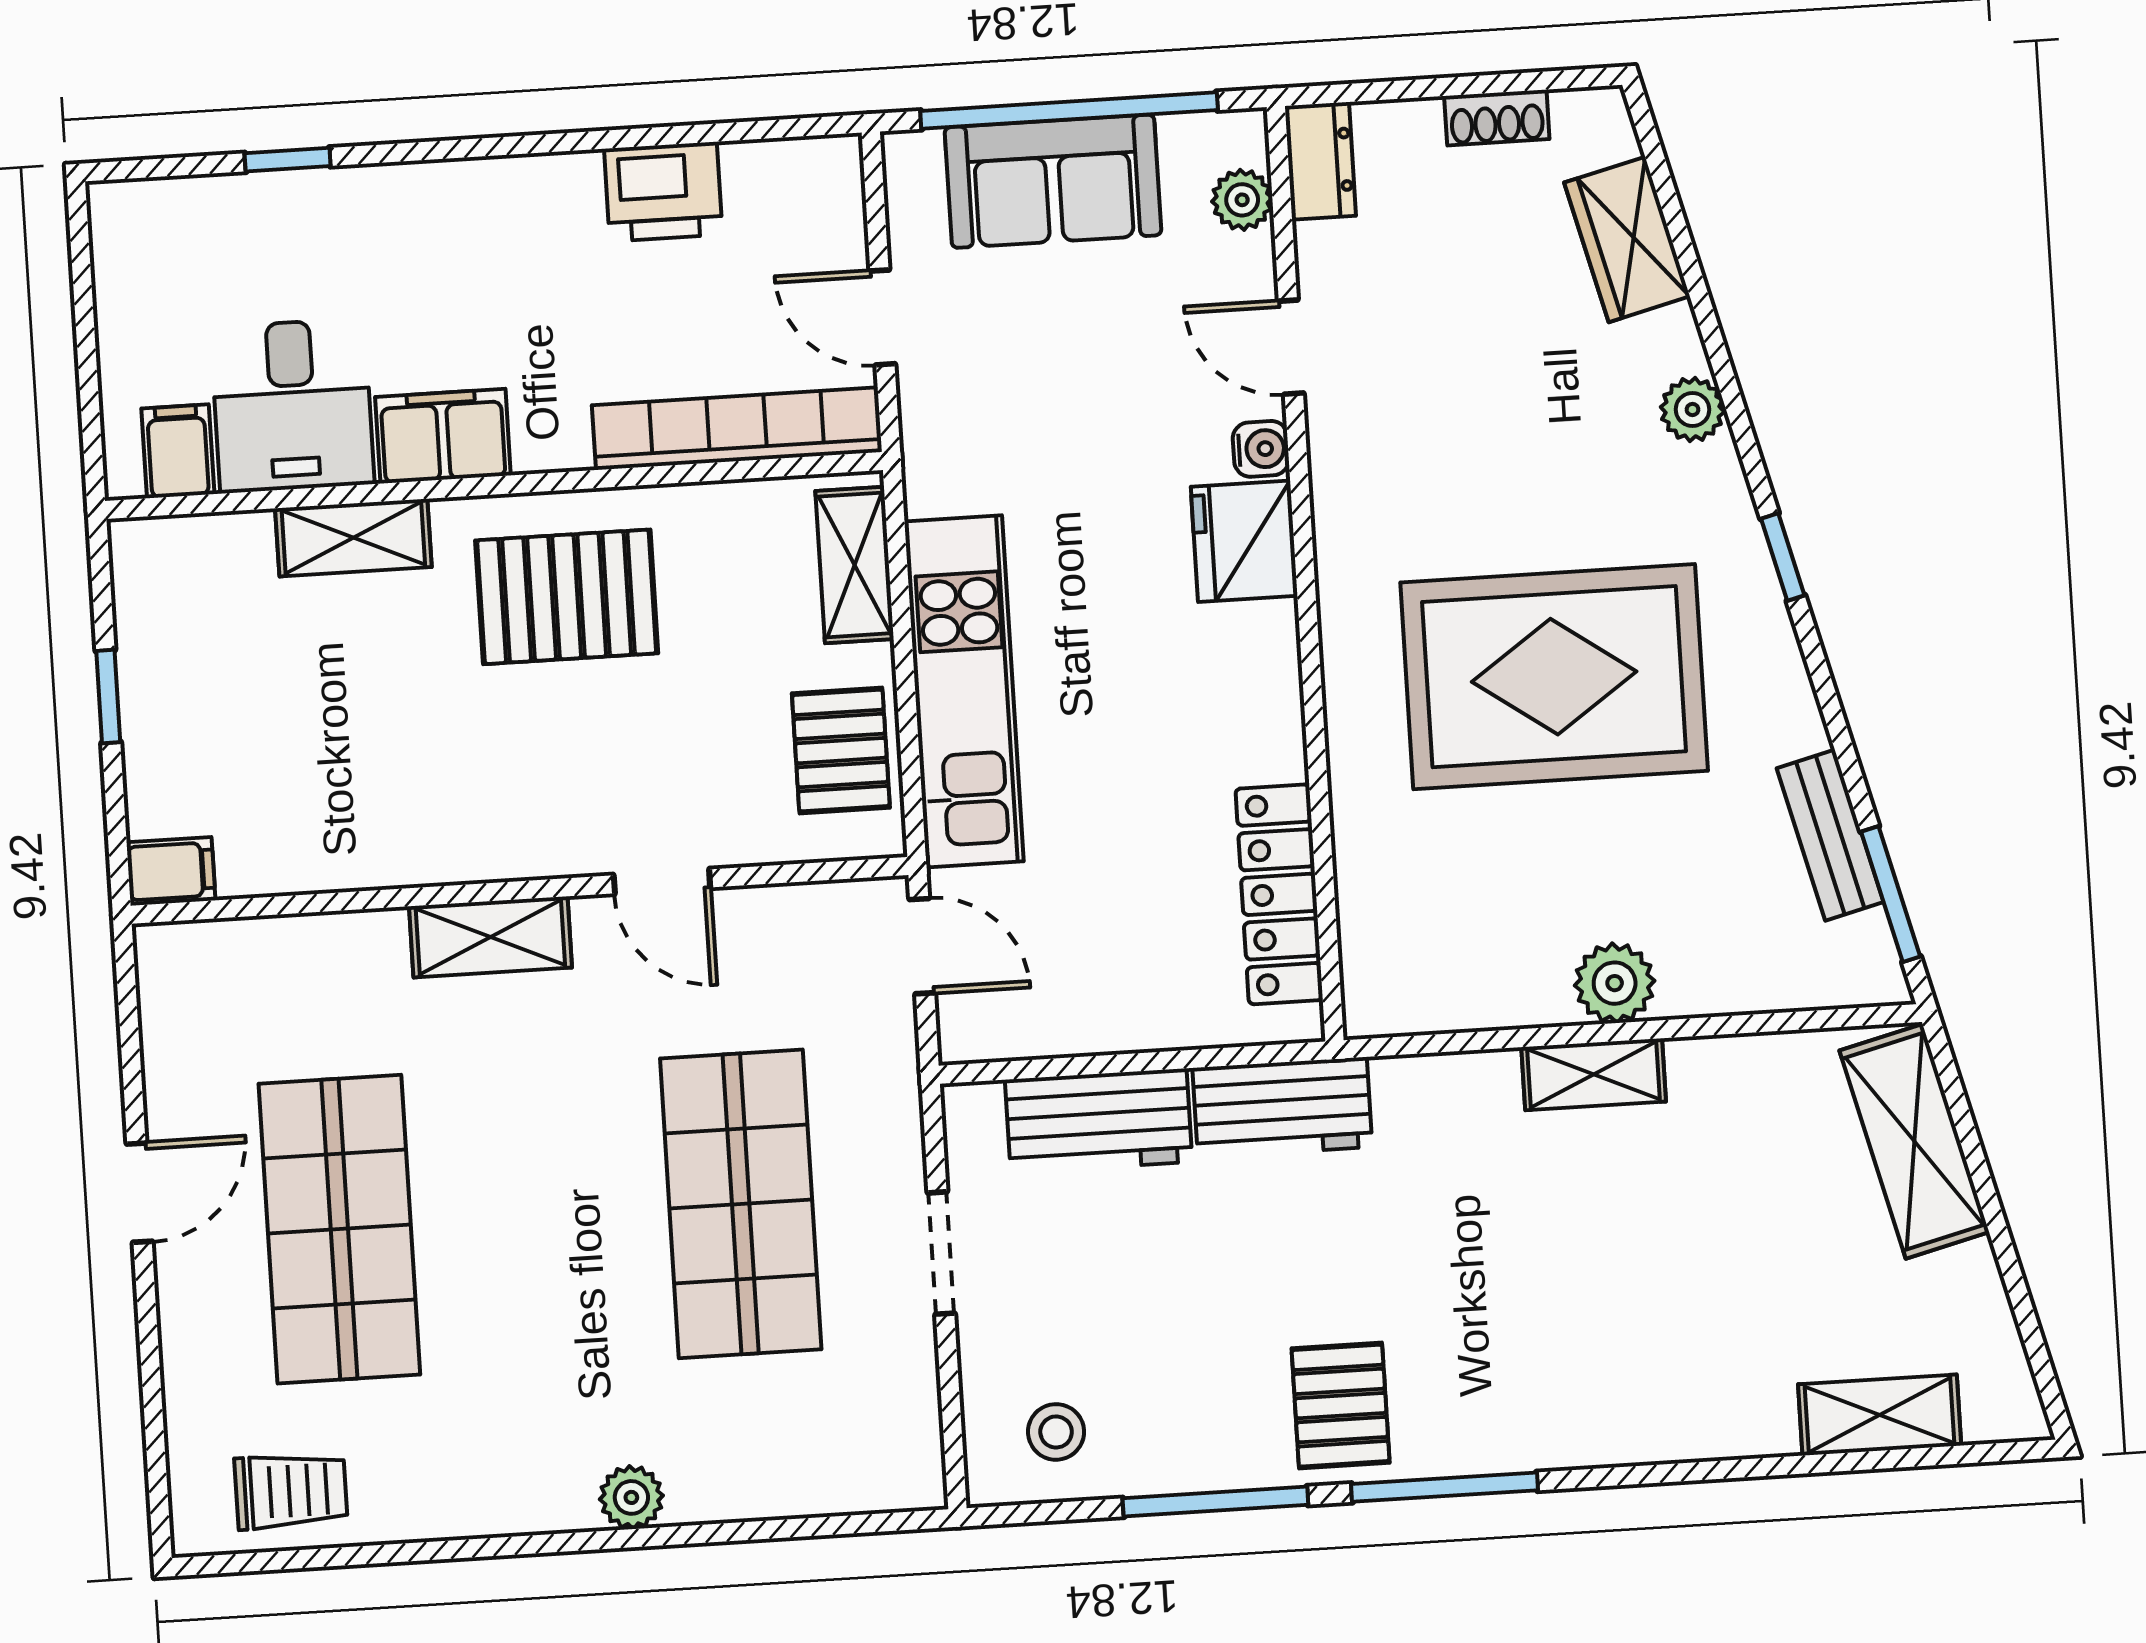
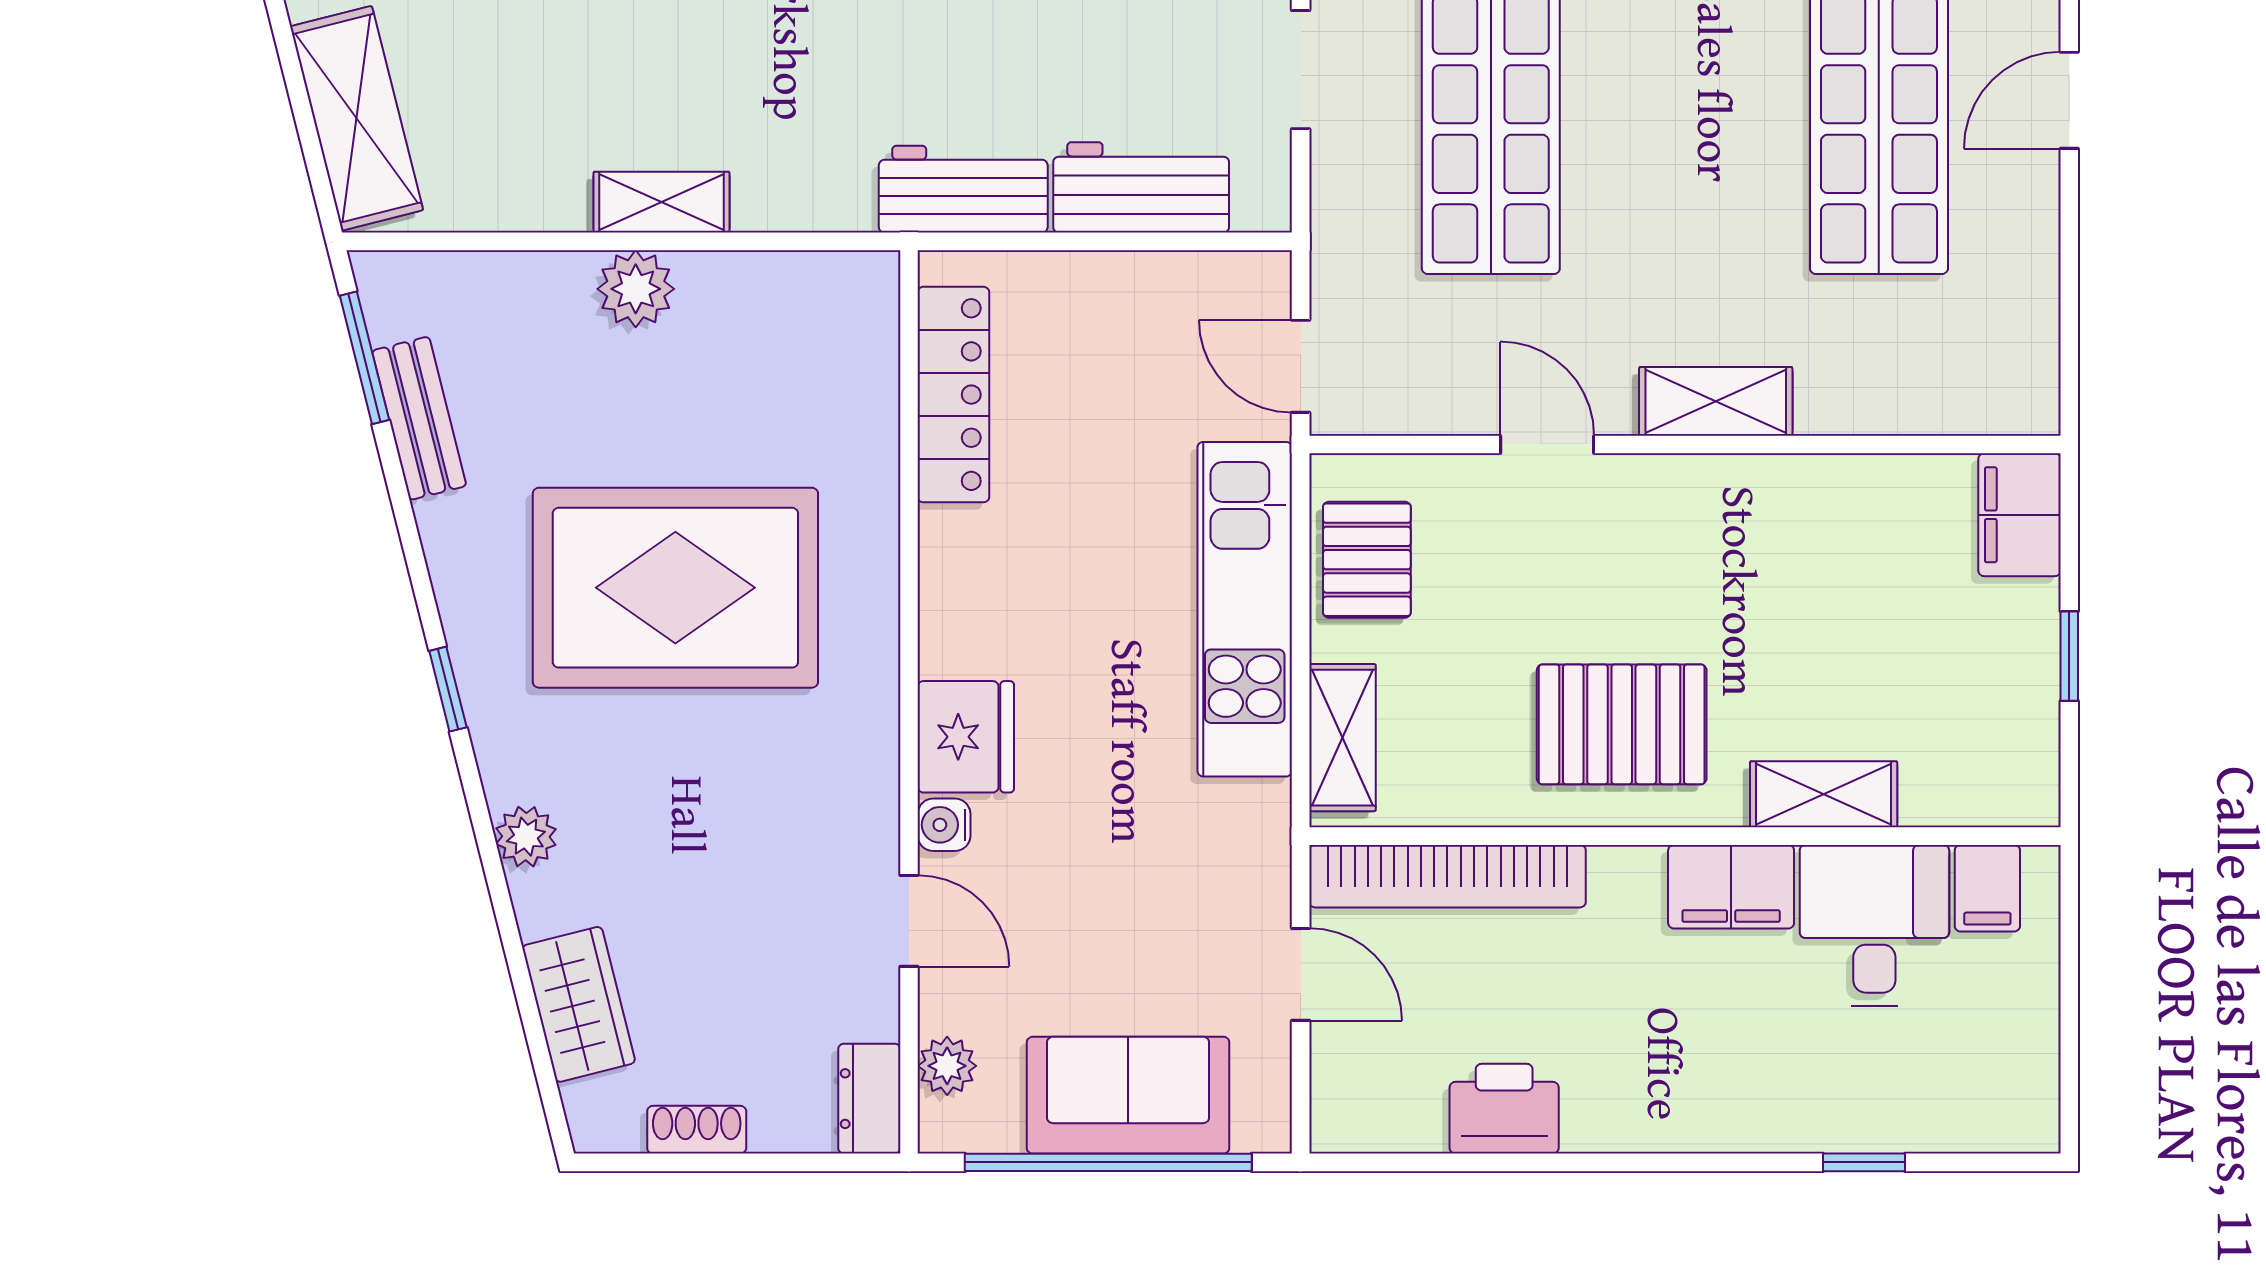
filing cabinet: (171, 871) -> (2019, 515), width x2.00
door: (140, 1193) -> (2069, 100), moved

